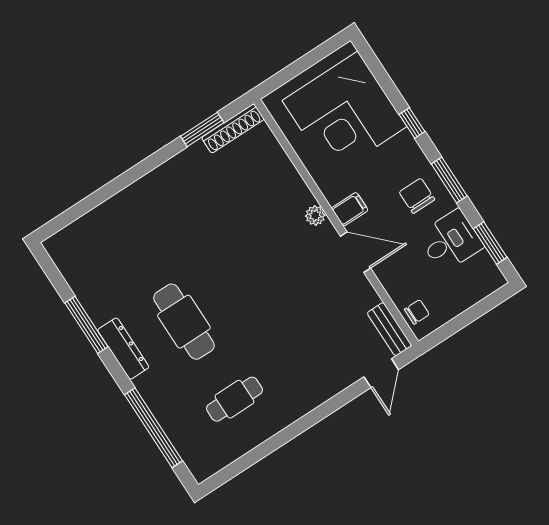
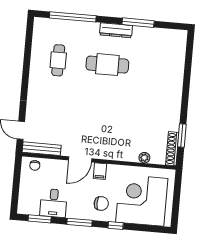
chair: (417, 196) -> (101, 203), moved
plant: (315, 215) -> (144, 158), moved
bench: (389, 329) -> (42, 149), width x1.36

